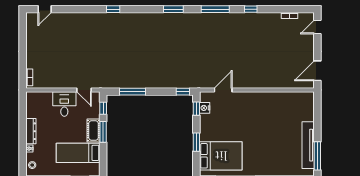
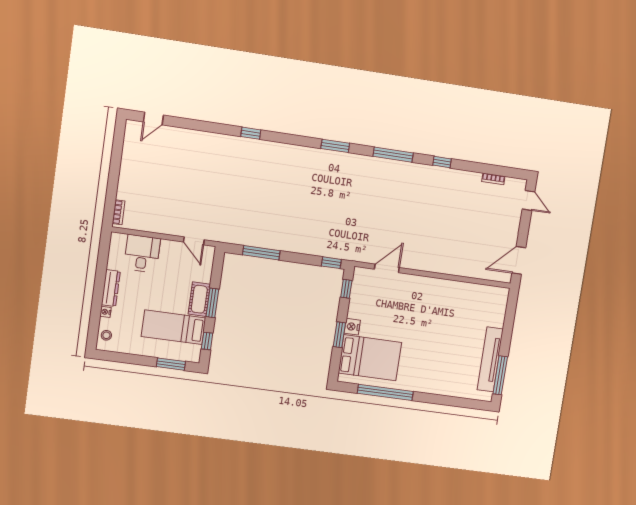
door: (317, 27) -> (529, 200), swing flipped
desk: (64, 104) -> (142, 254), moved
window: (103, 108) -> (207, 341), moved
nightstand: (205, 108) -> (352, 327), moved

